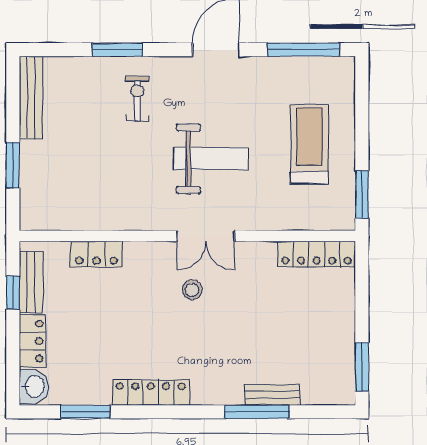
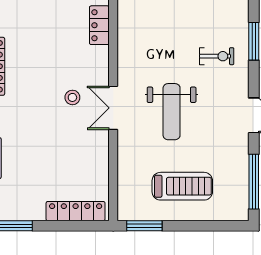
locker: (316, 254) -> (76, 211), moved, turned 90

